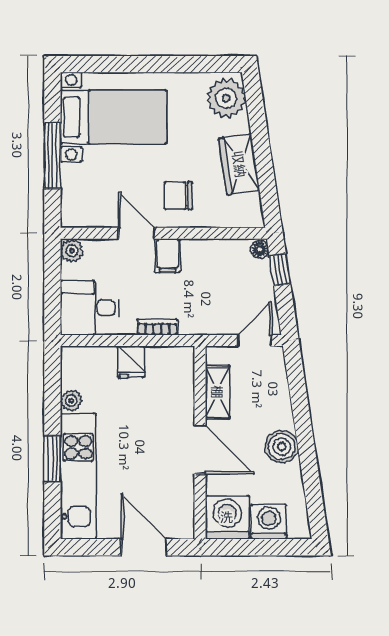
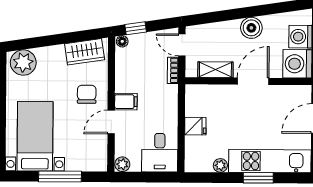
wardrobe: (239, 164) -> (85, 52), moved
chair: (178, 196) -> (87, 94), turned 180
bookcase: (157, 327) -> (173, 70), moved

